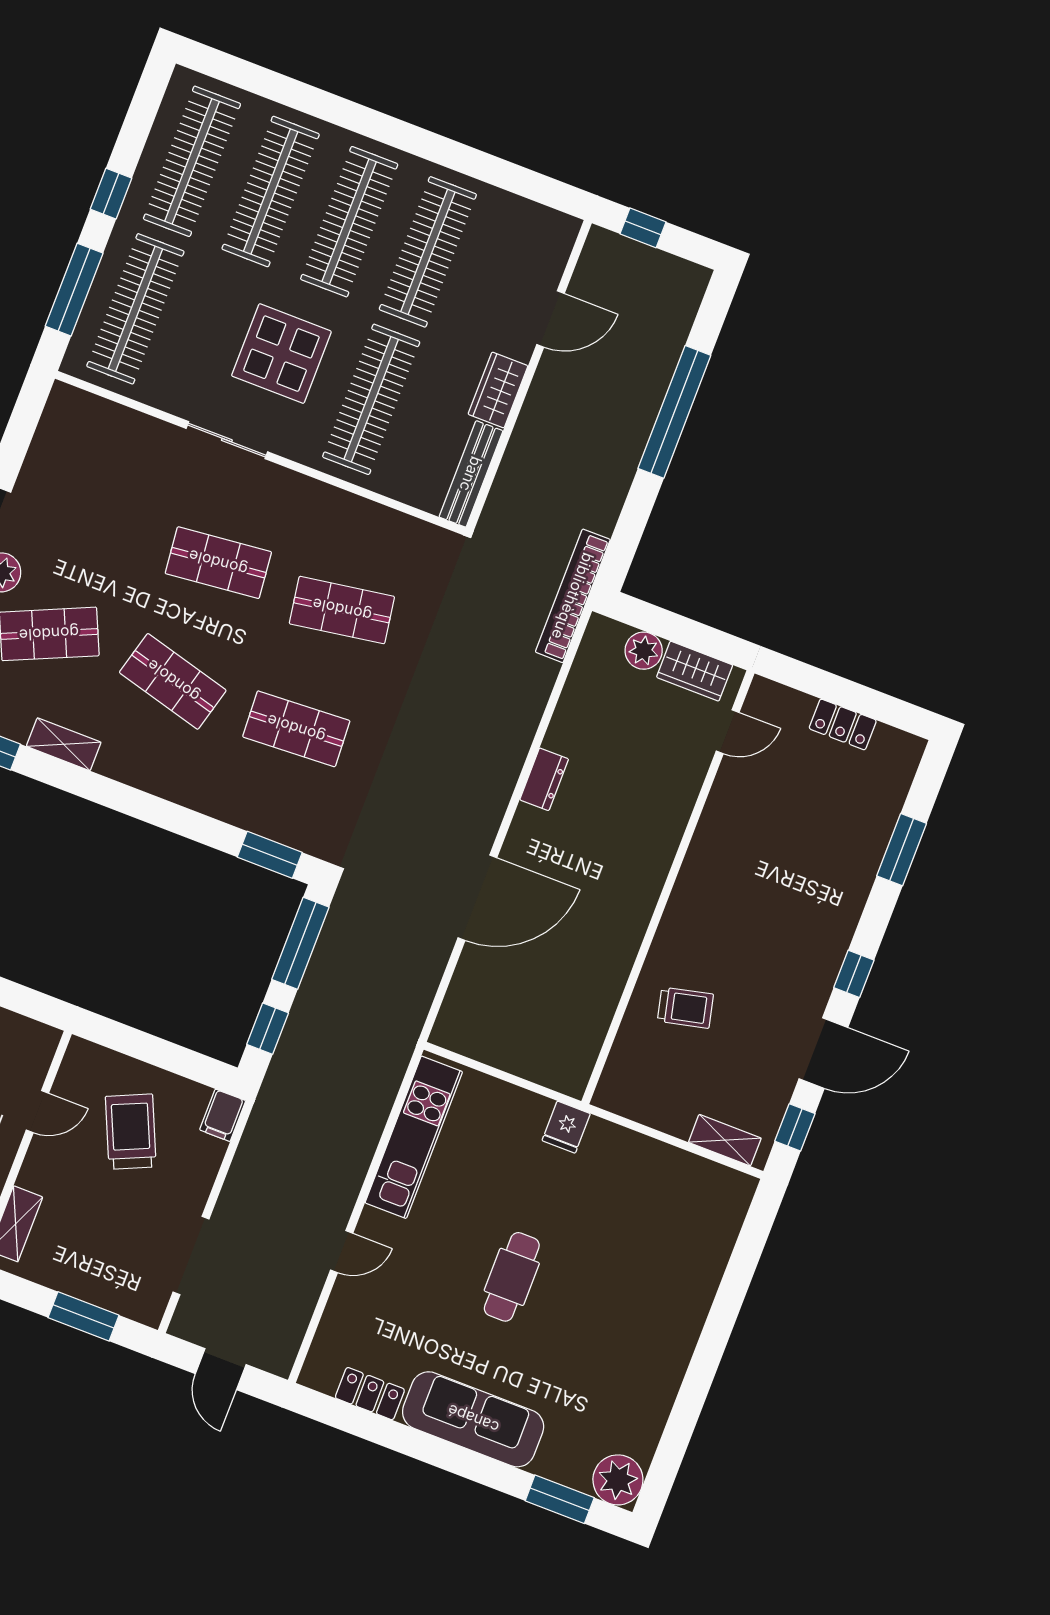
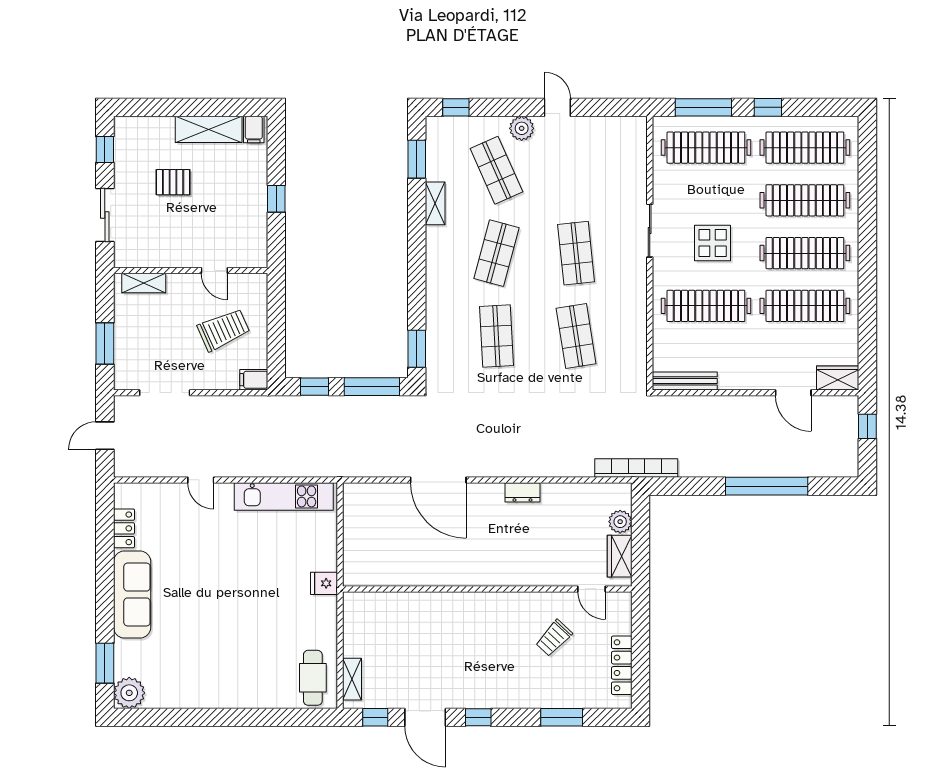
display table: (281, 354) -> (713, 243), width x0.73, depth x0.73
wardrobe: (498, 390) -> (838, 378), moved
locker: (843, 724) -> (622, 665), width x1.53
trolley: (685, 1008) -> (554, 638), moved, turned 56
cafe table: (512, 1277) -> (313, 678), moved, turned 90

